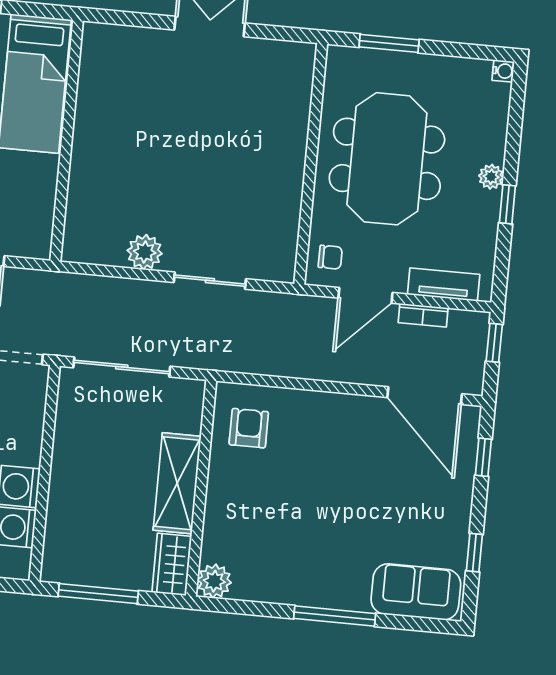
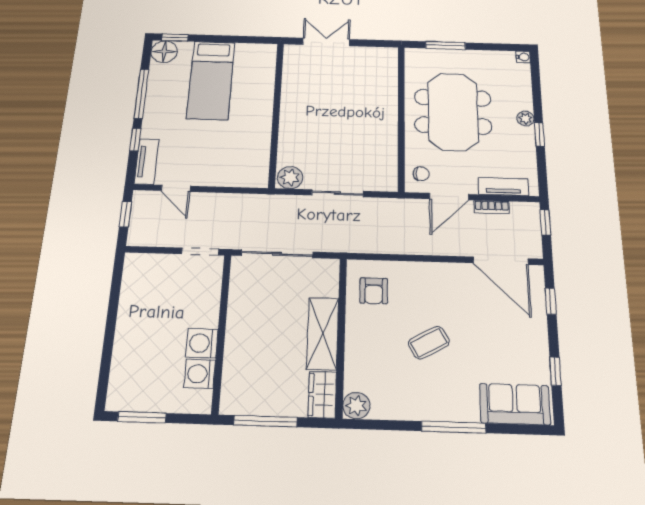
wall: (67, 141) -> (276, 114), moved
armchair: (249, 428) -> (374, 291), turned 180
coffee table: (315, 504) -> (429, 343), added

